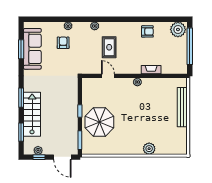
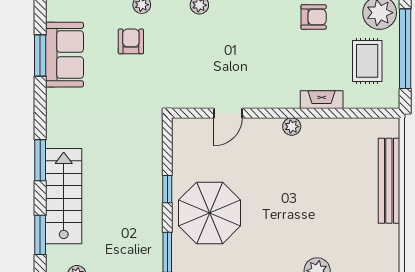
rug: (109, 47) -> (367, 61), moved
sofa: (32, 49) -> (64, 55), width x0.73
door: (108, 76) -> (228, 113), swing flipped

